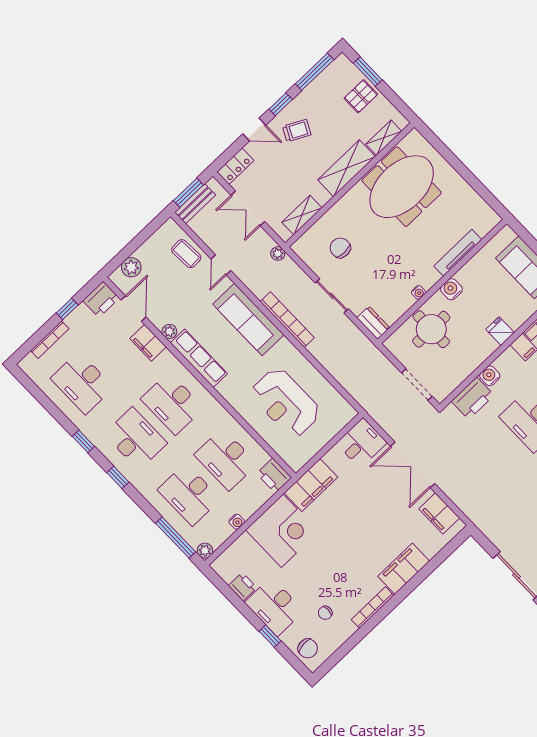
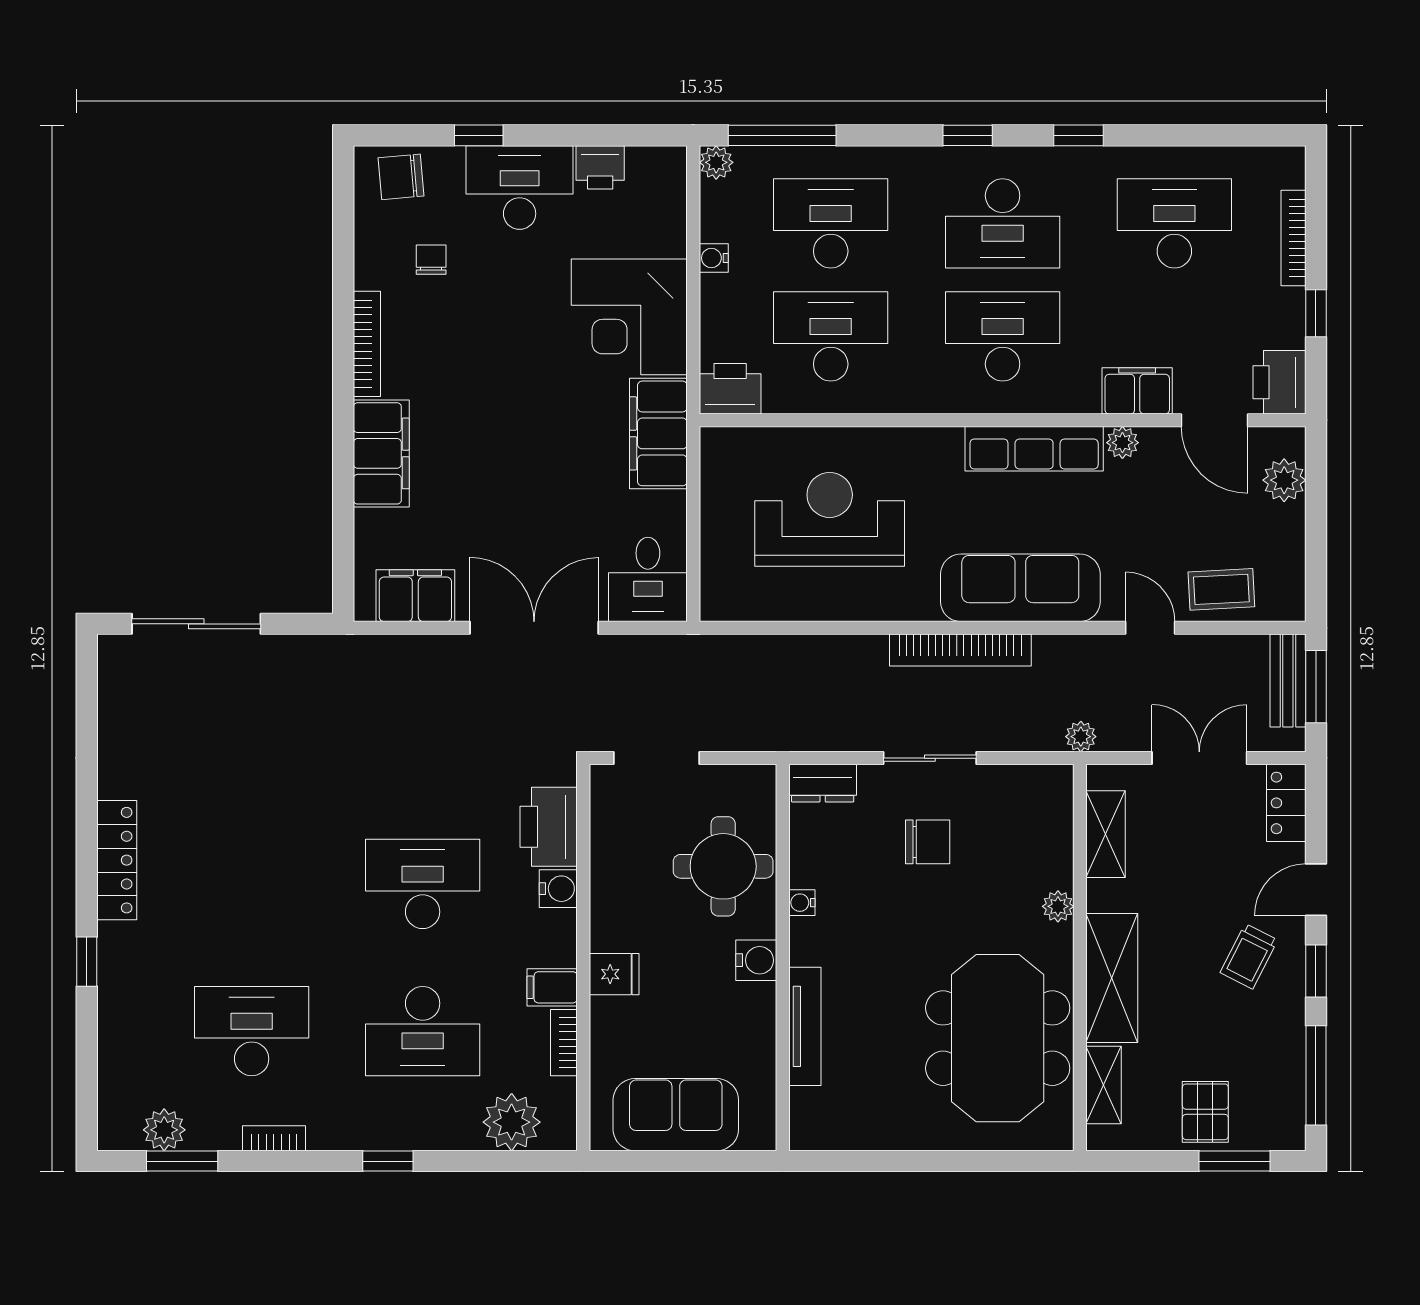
plant: (340, 208) -> (1058, 906), added
chair: (340, 248) -> (928, 842), moved

